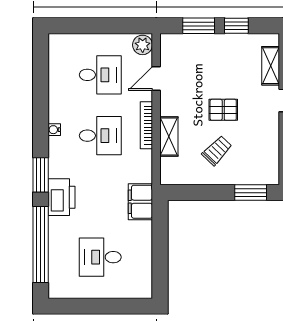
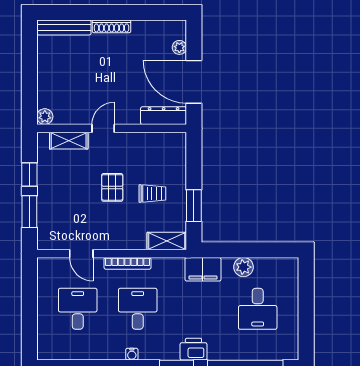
plant: (143, 45) -> (243, 267), moved
shelving: (169, 136) -> (167, 241), moved
trolley: (217, 150) -> (152, 194), turned 136
window: (251, 193) -> (194, 206), moved
printer: (61, 197) -> (193, 349), width x0.73, depth x0.84

